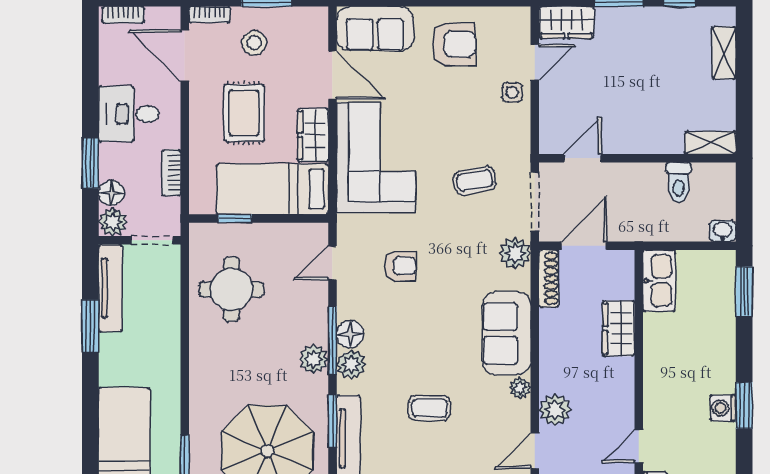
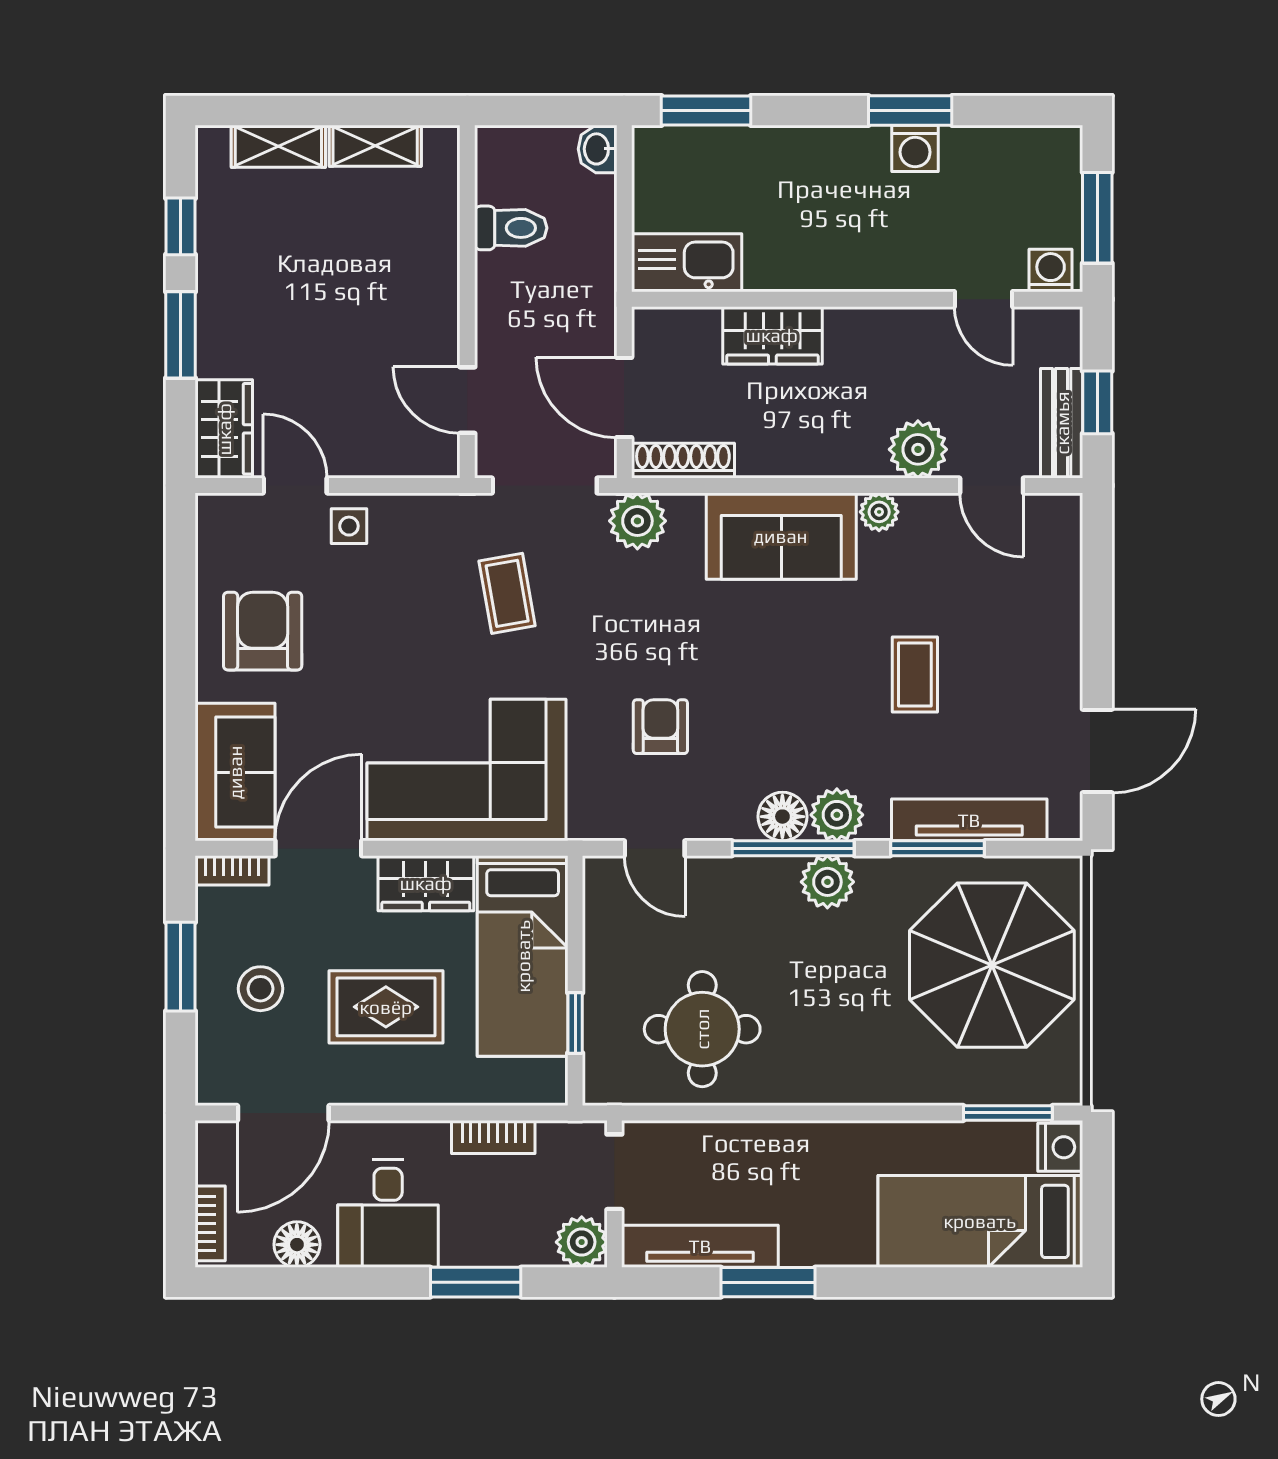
bookcase: (209, 15) -> (232, 870), moved, turned 90
shelving: (710, 143) -> (375, 146), moved, turned 90
floor lamp: (111, 193) -> (297, 1245), moved

